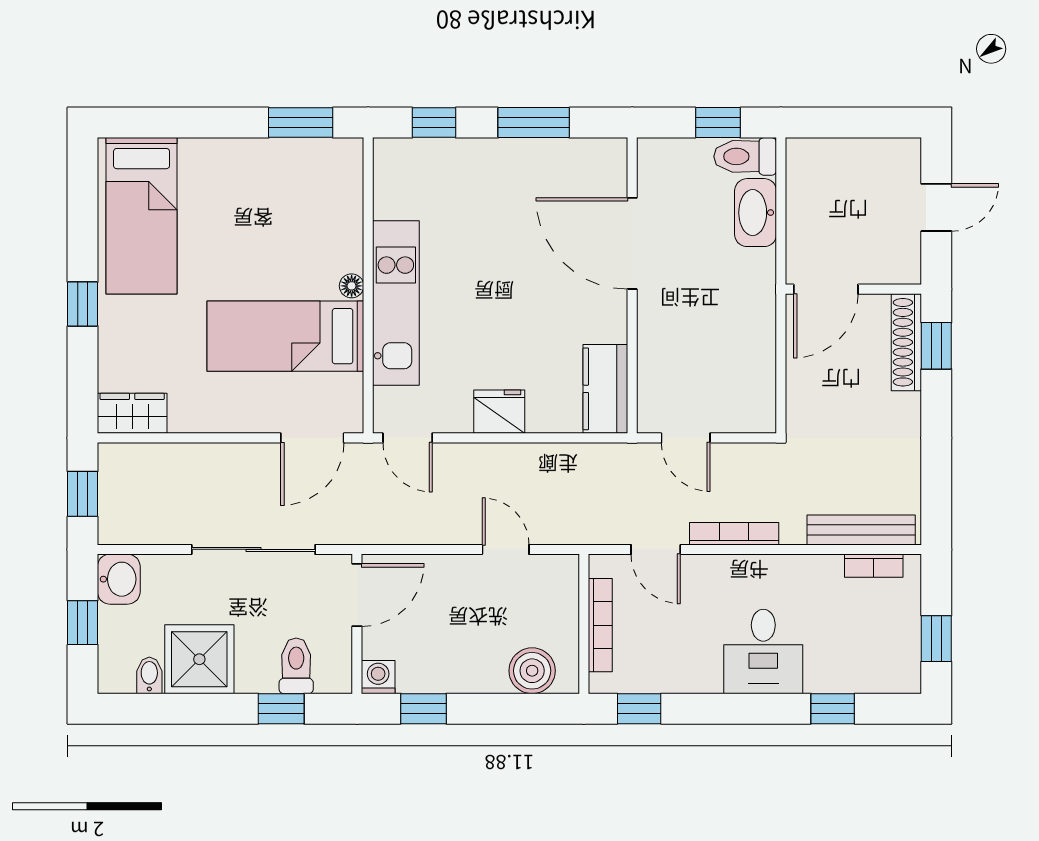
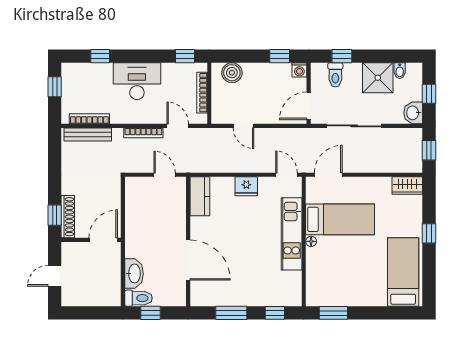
bookcase: (874, 566) -> (89, 119), width x1.56
desk: (763, 651) -> (137, 81), width x1.37

